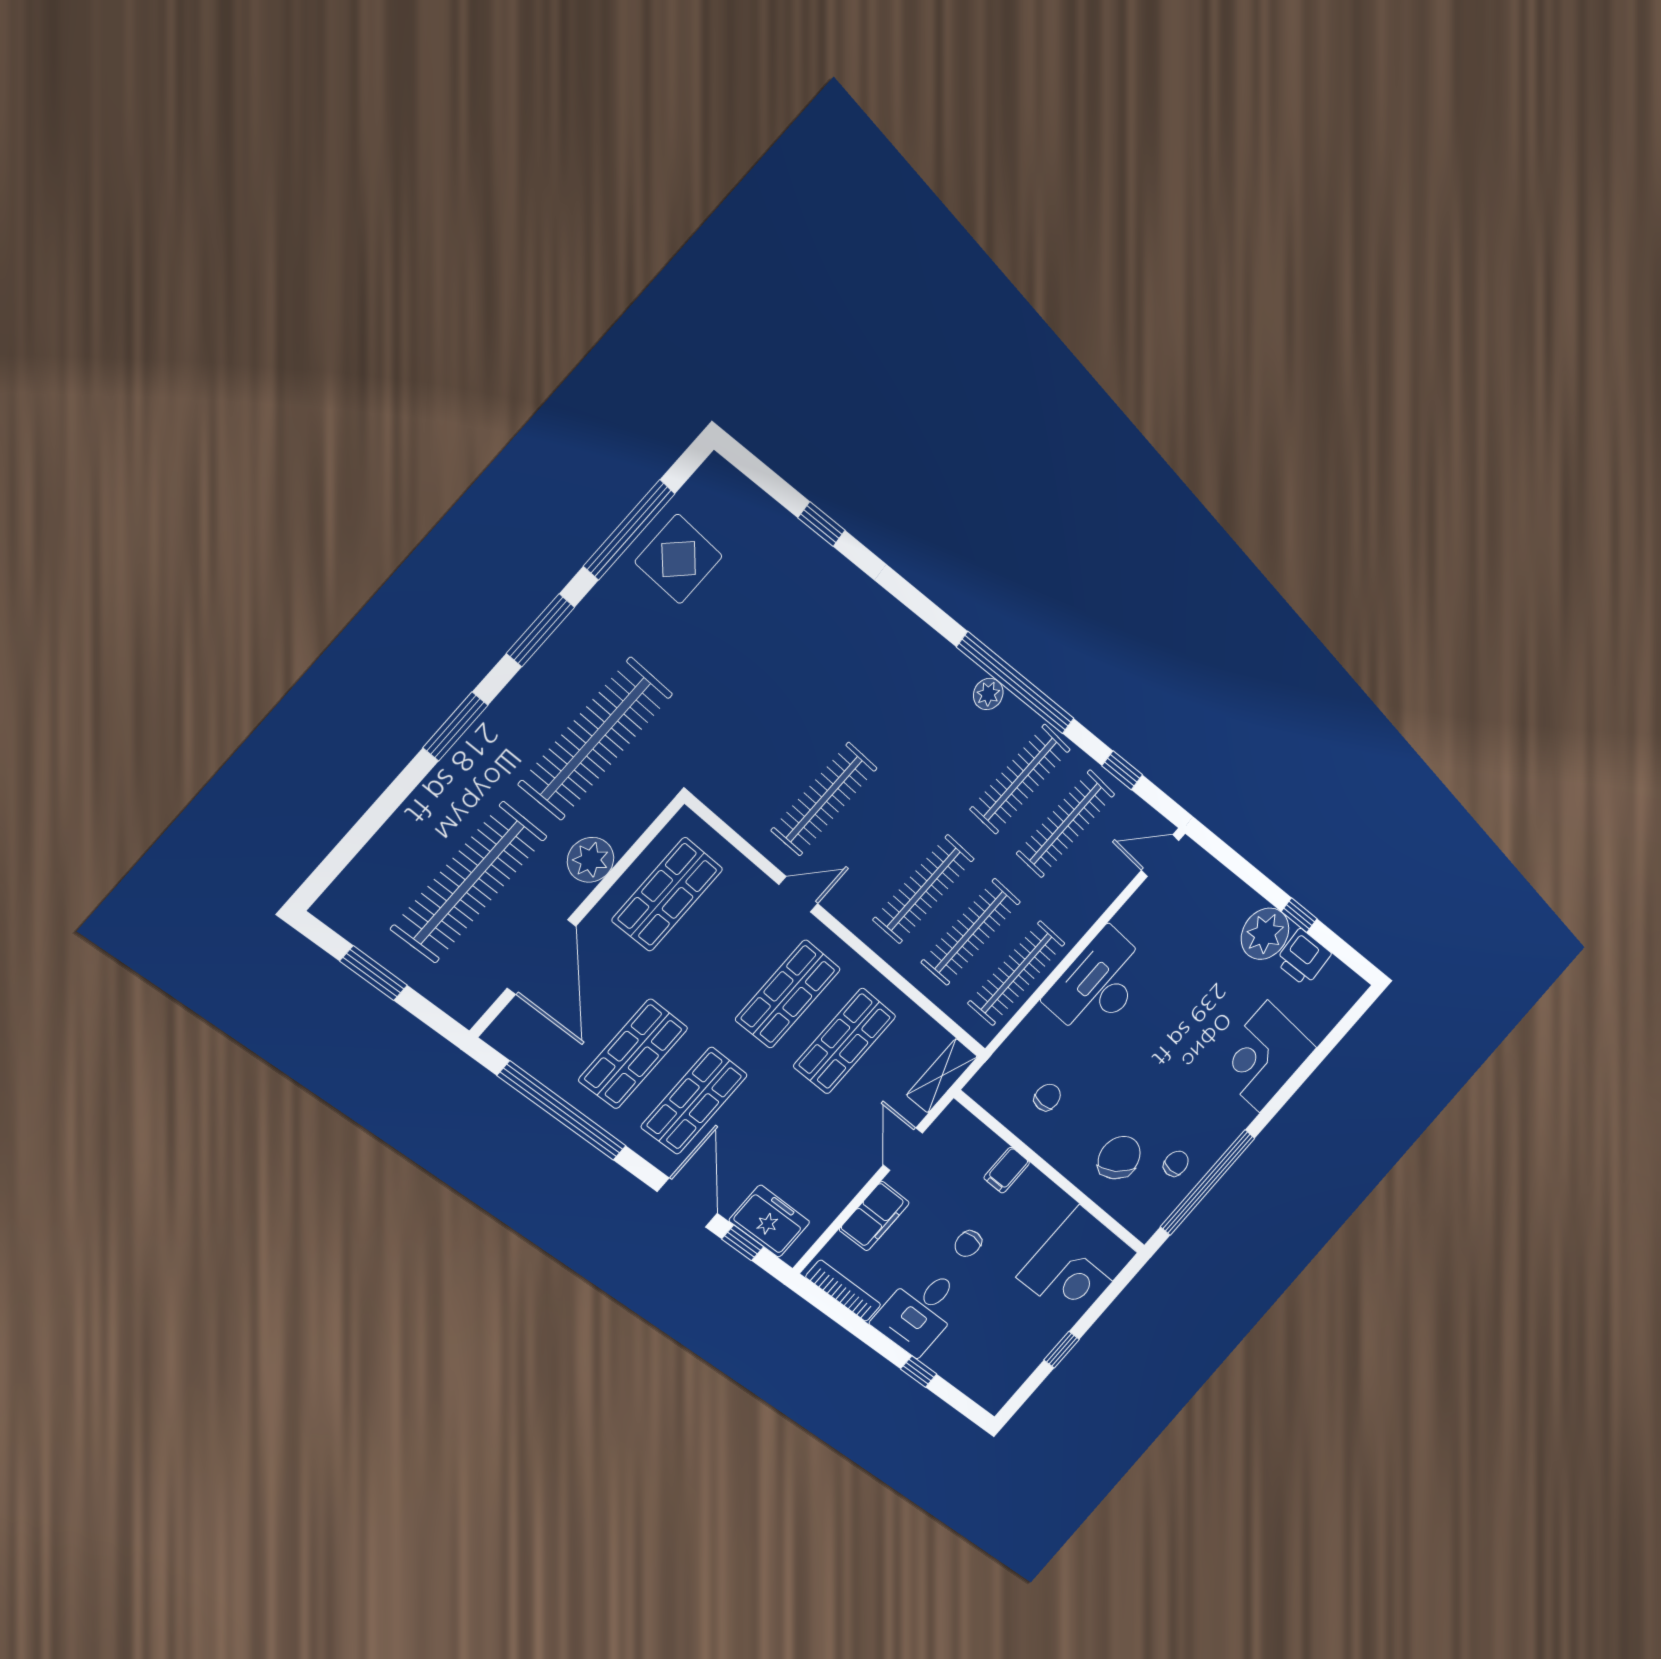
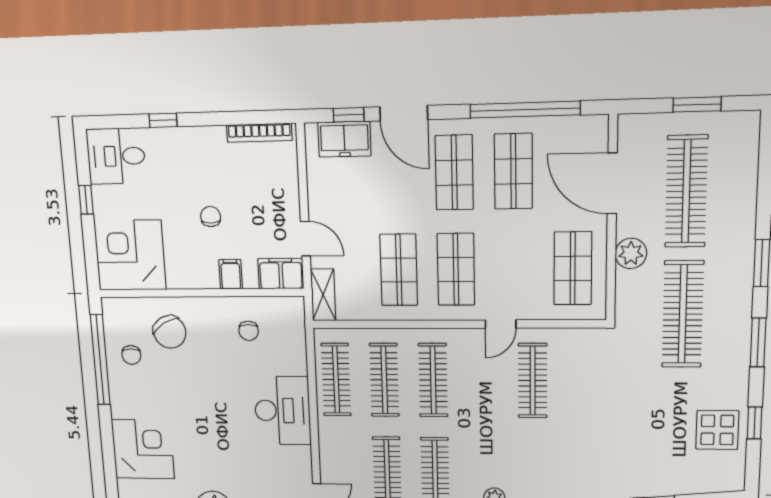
window: (629, 530) -> (755, 423), width x0.46
filing cabinet: (874, 1216) -> (281, 273), moved, turned 90
desk: (920, 1311) -> (116, 156), moved, turned -90

